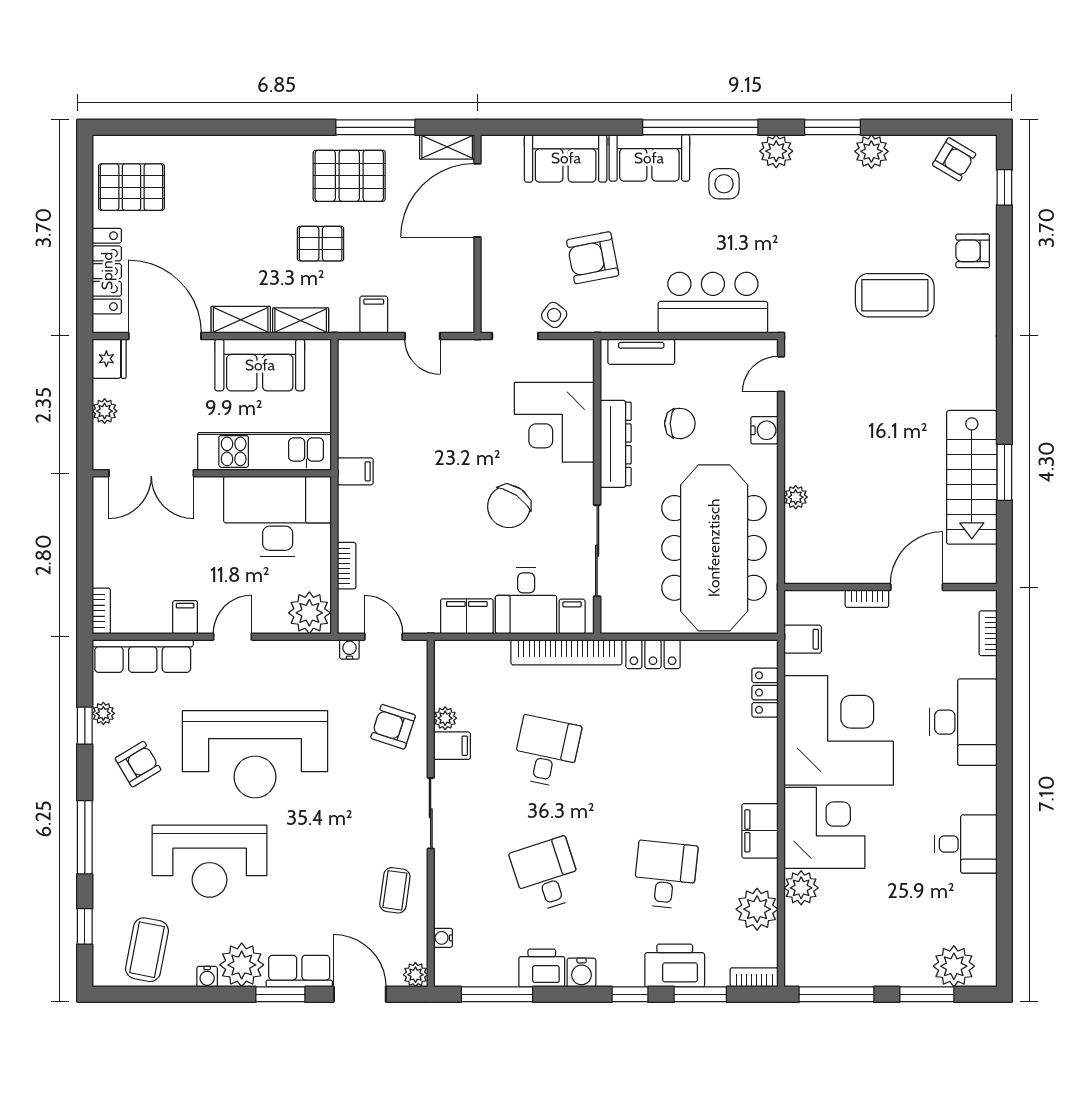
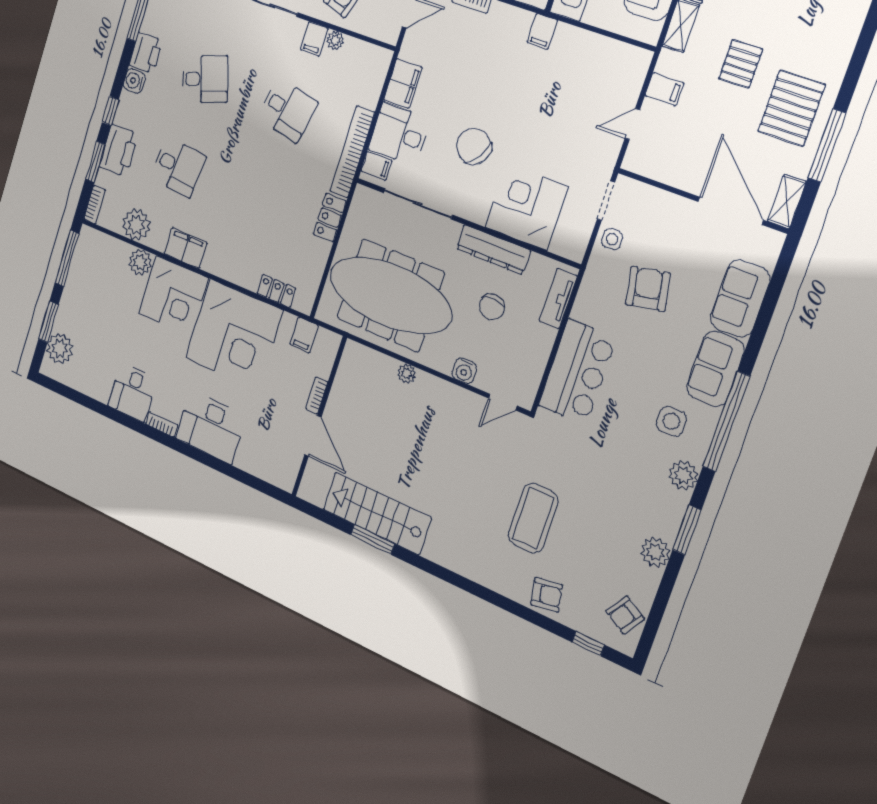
armchair: (973, 251) -> (547, 595), turned 80
side table: (554, 315) -> (612, 239), turned -38
door: (781, 374) -> (503, 402), swing flipped
bookcase: (988, 633) -> (162, 424), moved

